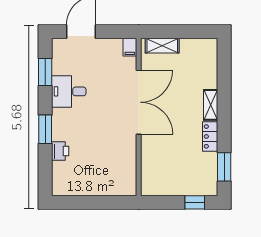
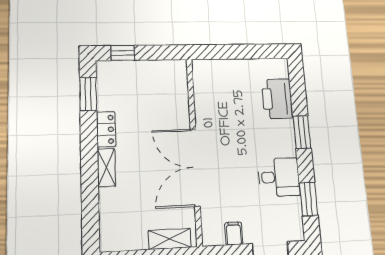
filing cabinet: (130, 47) -> (234, 234), moved
printer: (60, 151) -> (277, 99), width x1.87, depth x1.48

